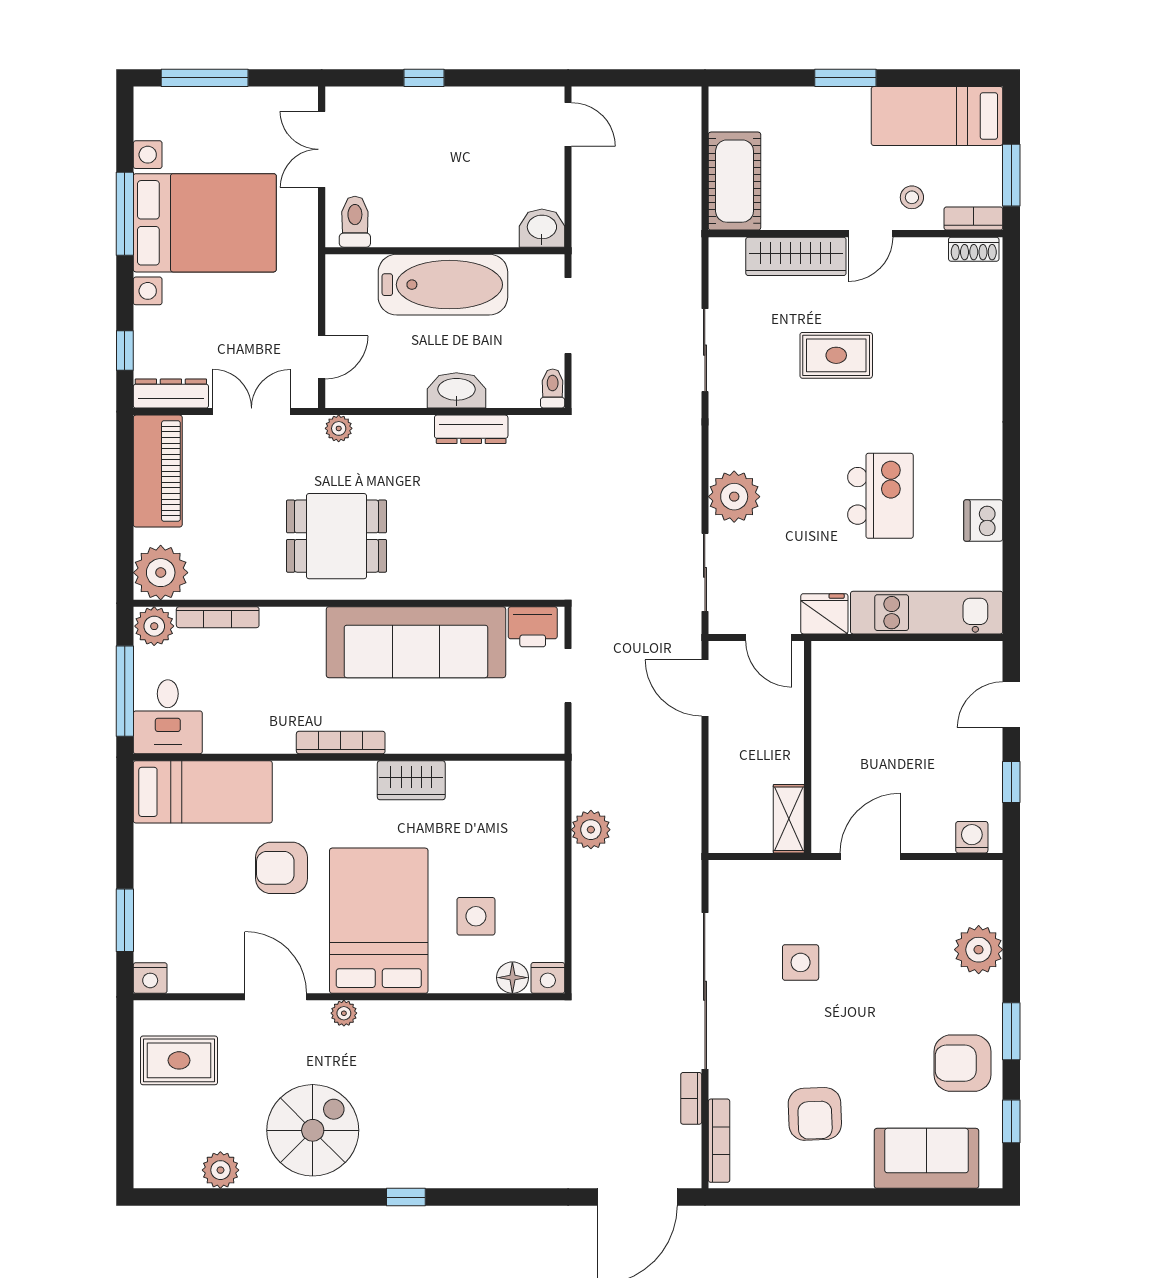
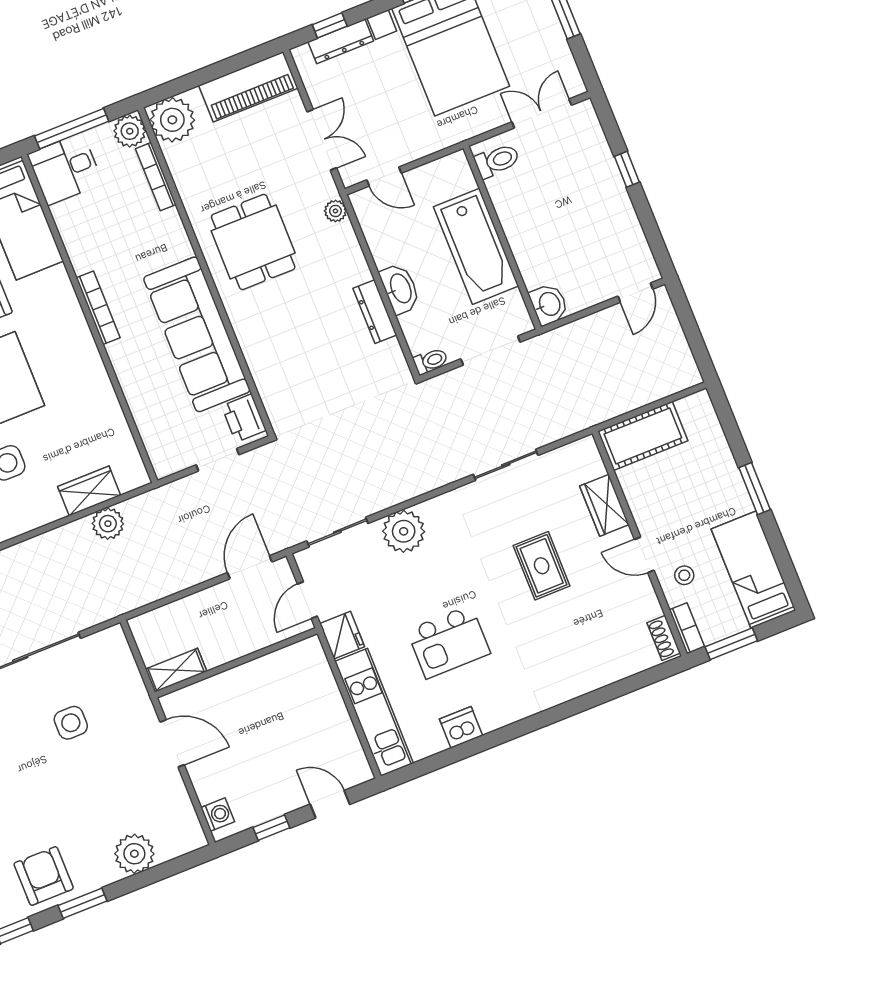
wardrobe: (796, 256) -> (604, 505), width x0.67
dresser: (171, 393) -> (341, 41), moved, turned 90
wardrobe: (411, 780) -> (89, 491), moved, turned 90

